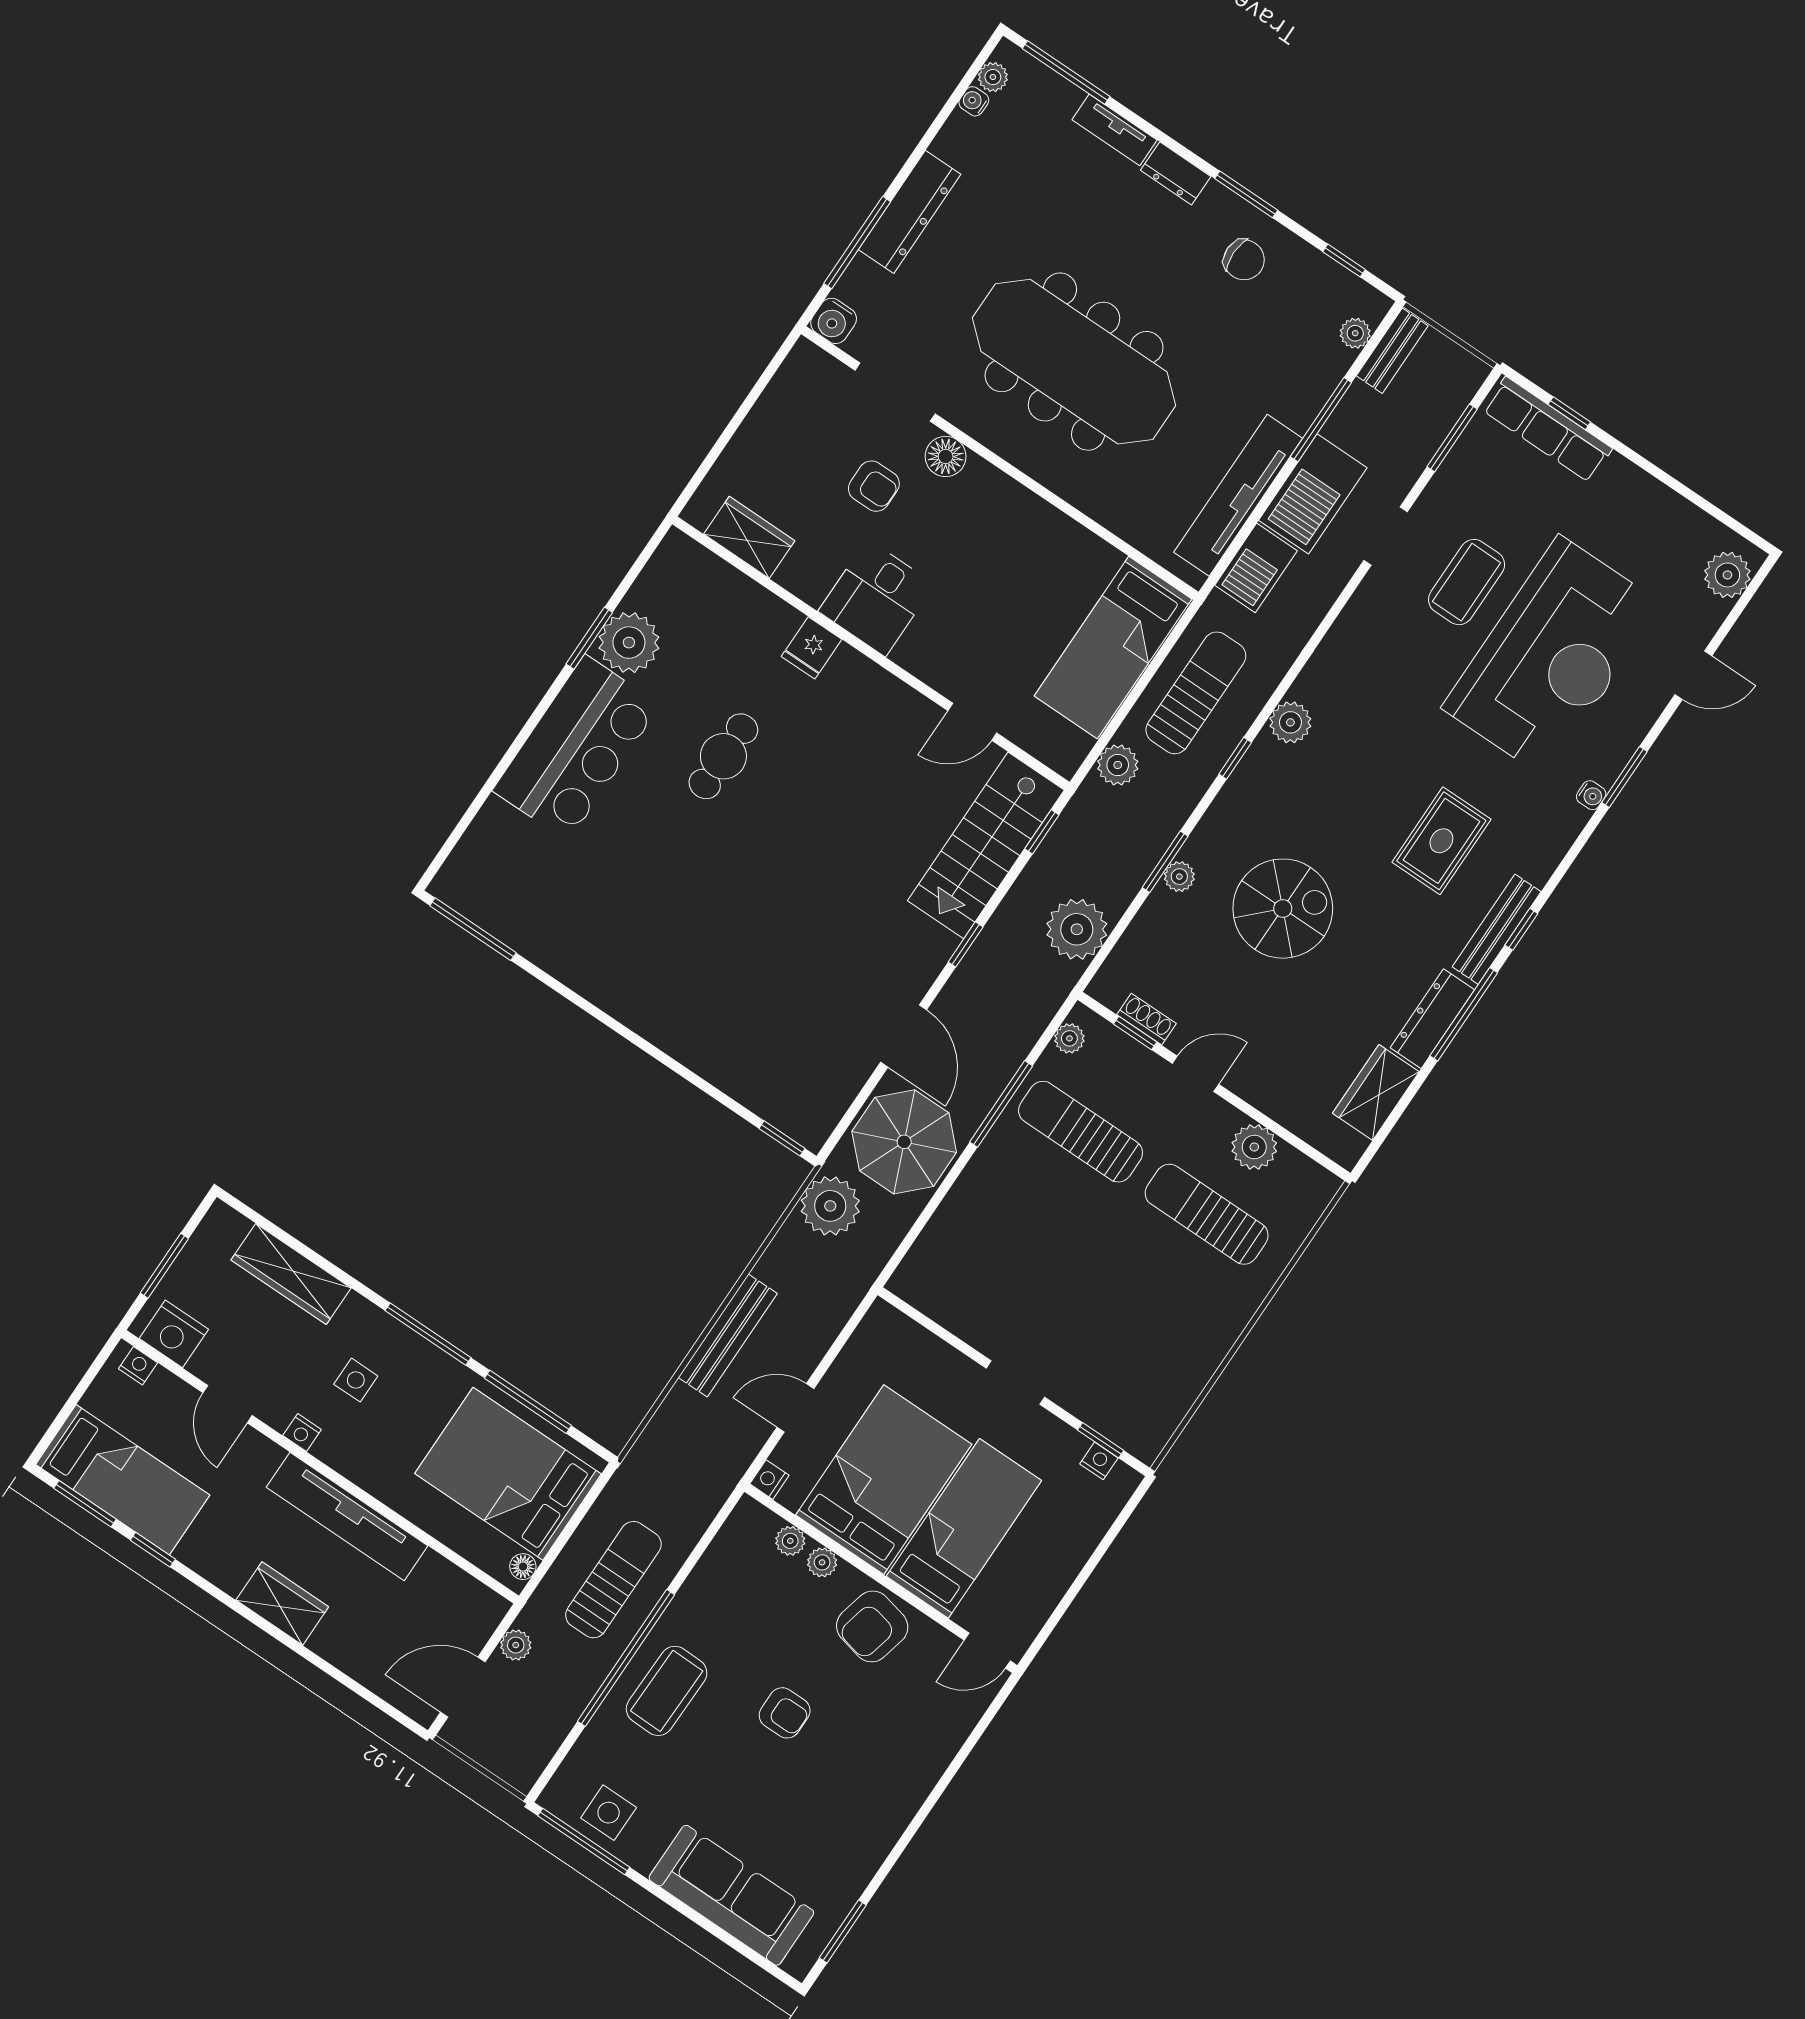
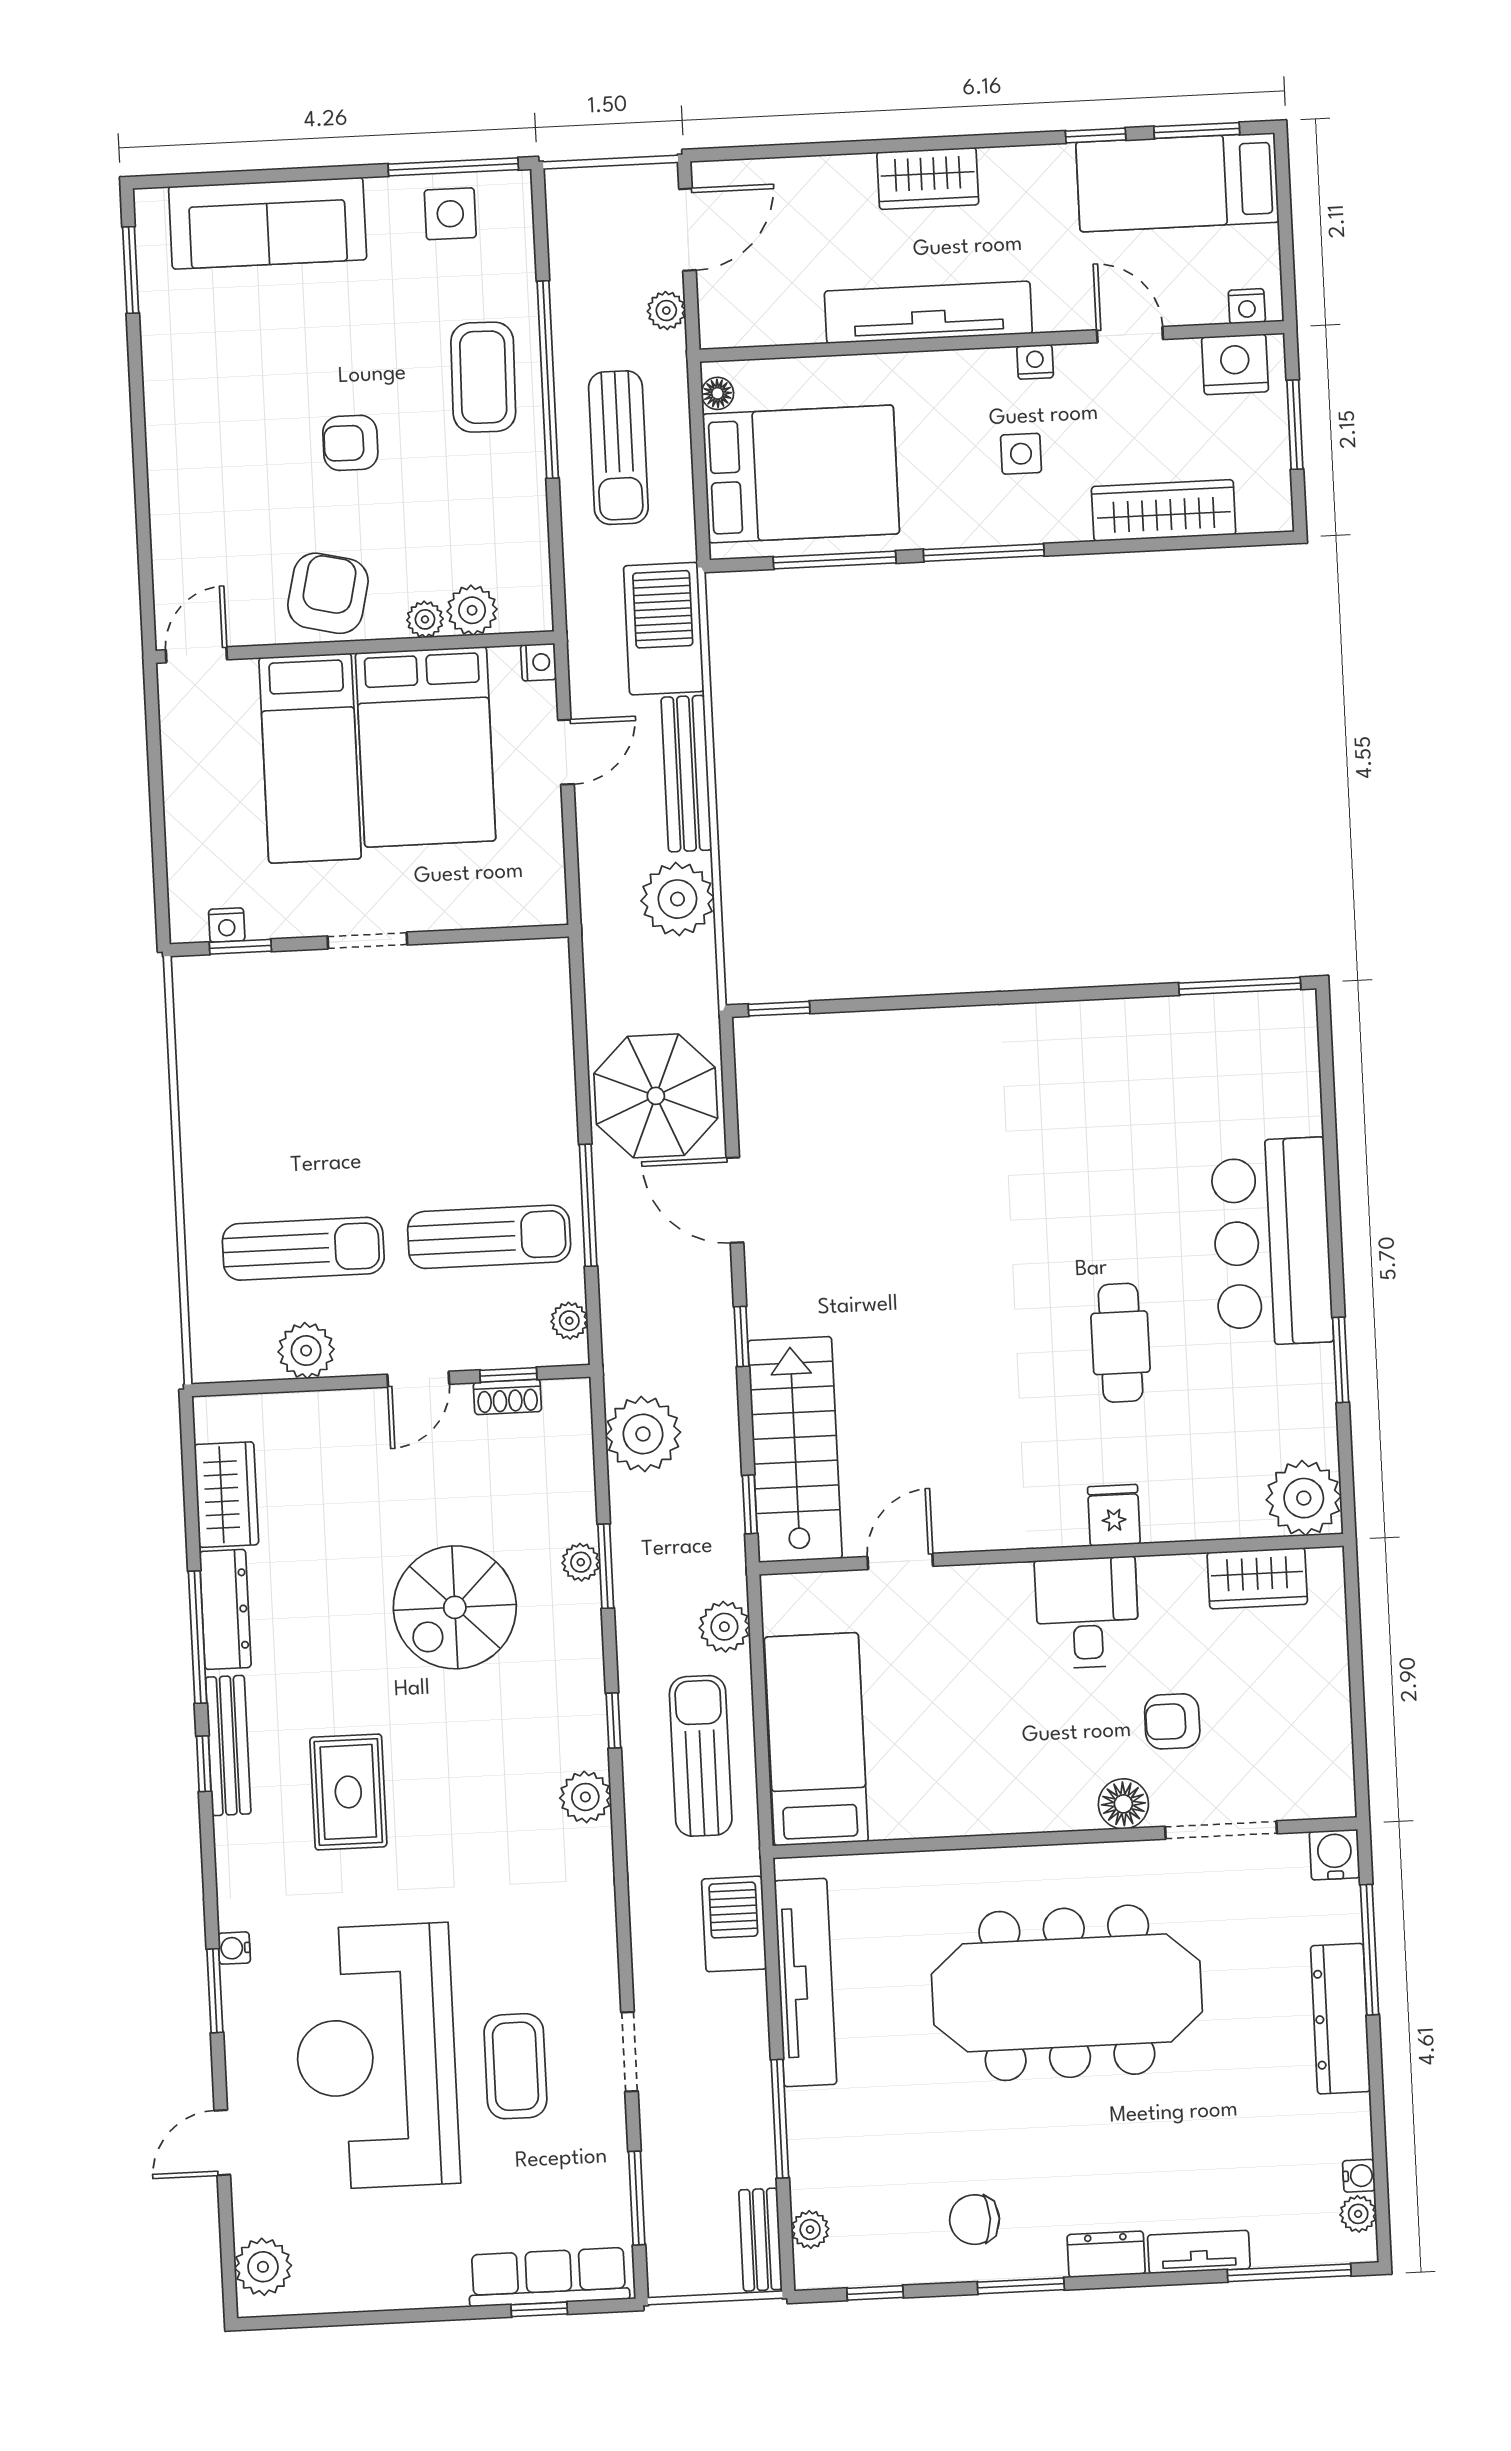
barbecue: (1313, 494) -> (664, 629), moved
plant: (629, 643) -> (1304, 1498), moved
sun lounger: (1196, 693) -> (701, 1756), turned 180
plant: (830, 1206) -> (677, 899), moved
plant: (790, 1541) -> (472, 610), width x1.38, depth x1.38

